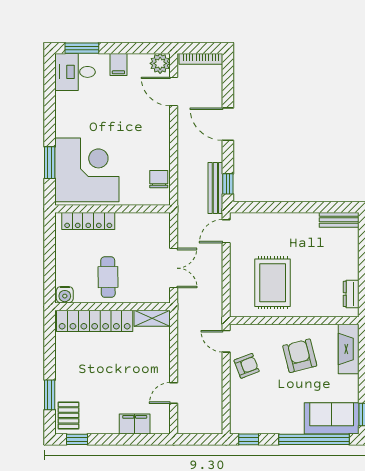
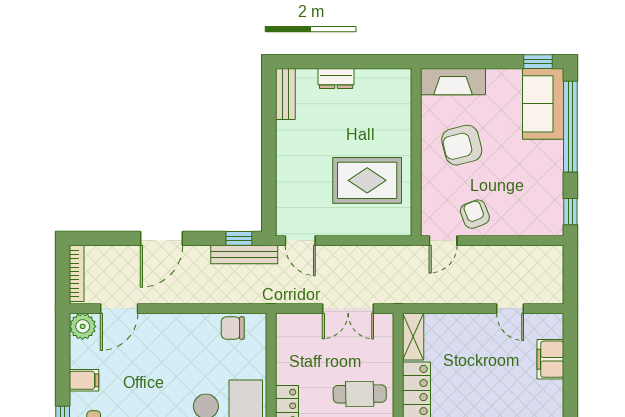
double door: (174, 268) -> (348, 309), swing flipped
dresser: (351, 294) -> (336, 79), moved

